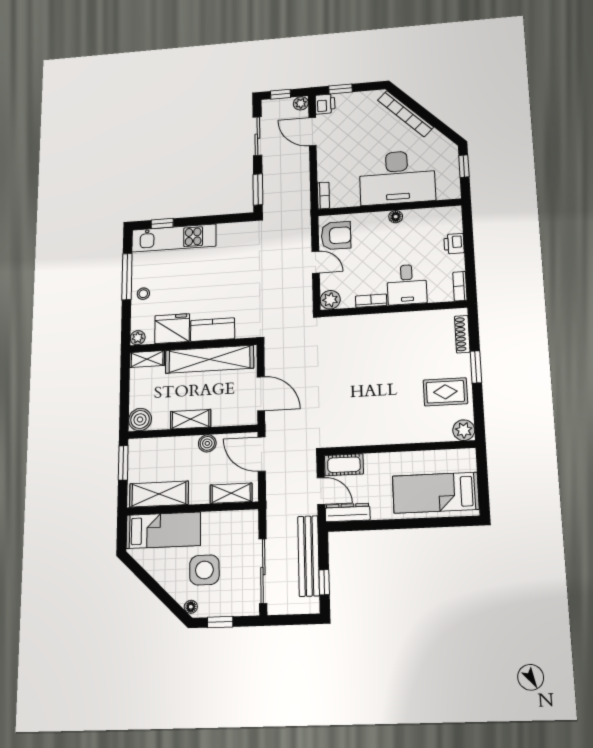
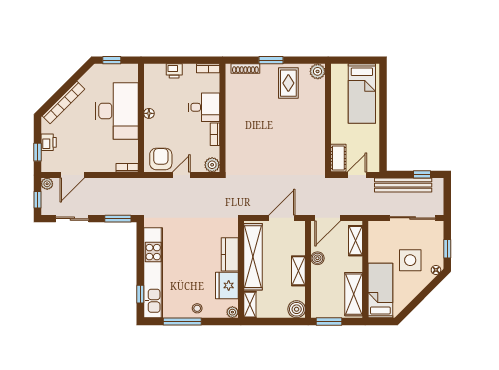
printer: (325, 104) -> (49, 142), moved, turned 90
kitchen unit: (174, 238) -> (153, 273), width x1.36
dresser: (348, 512) -> (373, 156), removed

